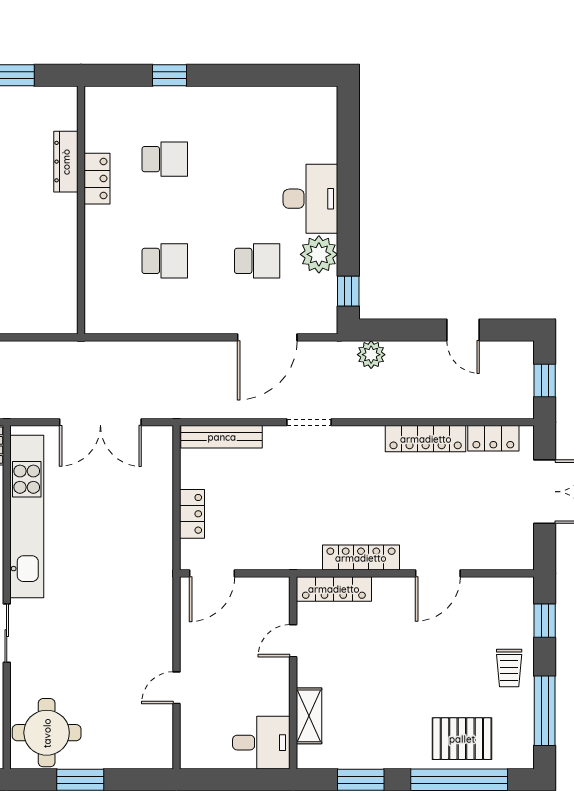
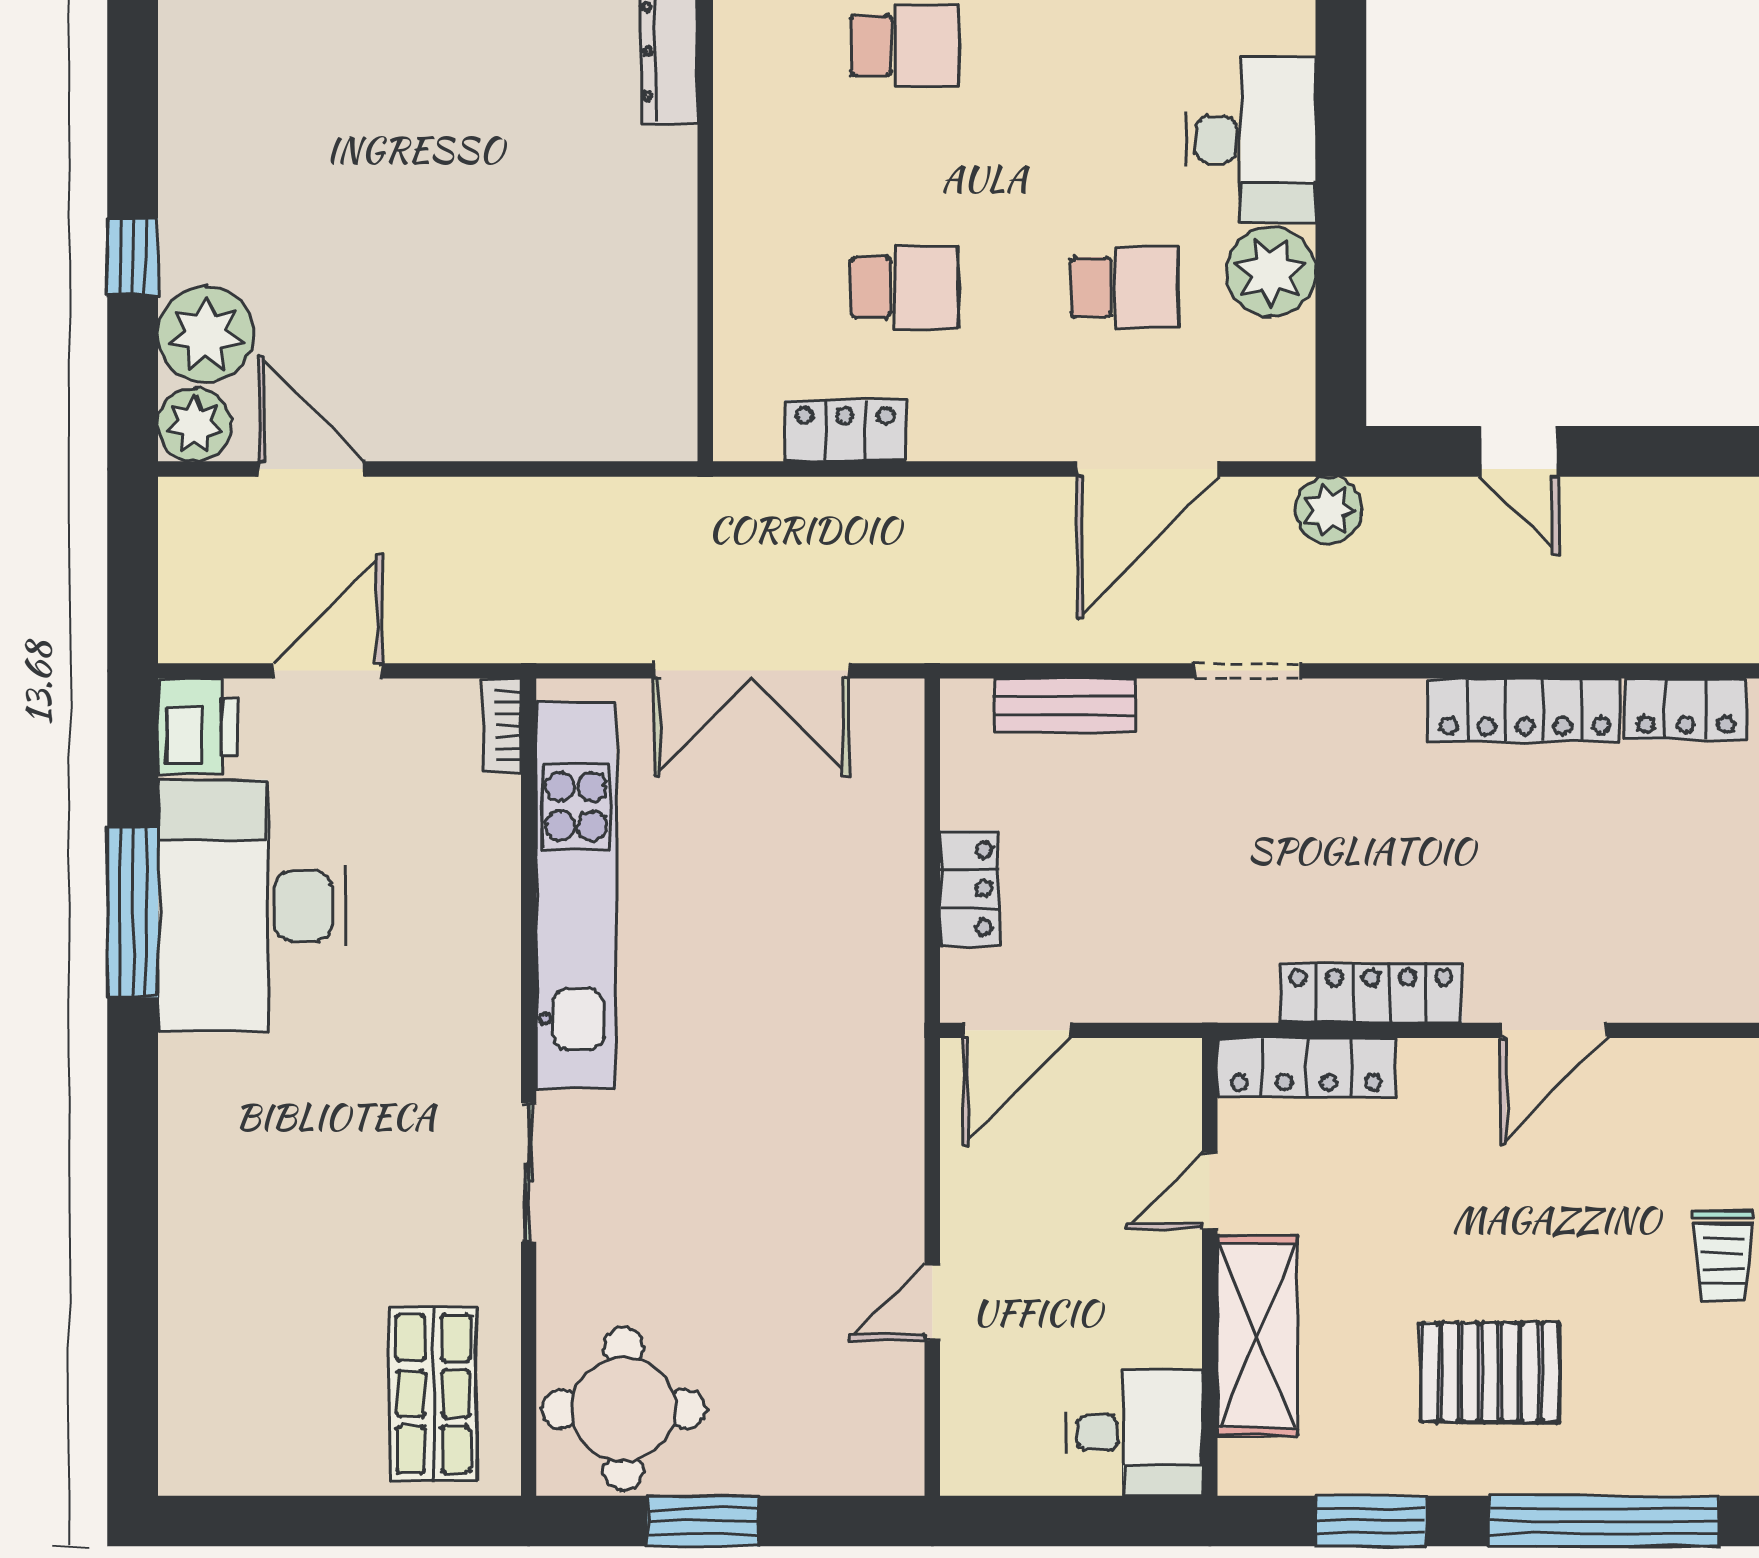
locker: (97, 179) -> (845, 431), moved, turned -90
window: (348, 291) -> (1341, 359), removed
door: (463, 330) -> (1519, 451), moved
plant: (371, 355) -> (1328, 510), moved
bench: (222, 437) -> (1065, 705), width x0.73
shelving: (309, 716) -> (1257, 1336), width x1.50, depth x1.33
pallet: (462, 739) -> (1490, 1372), moved

